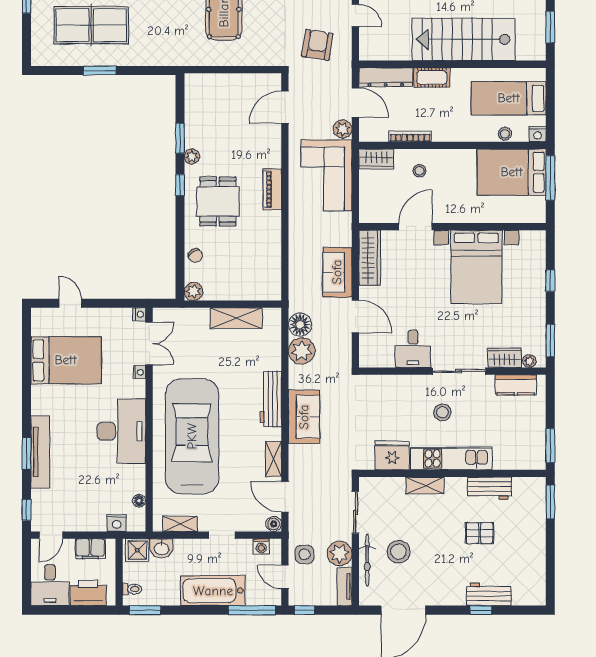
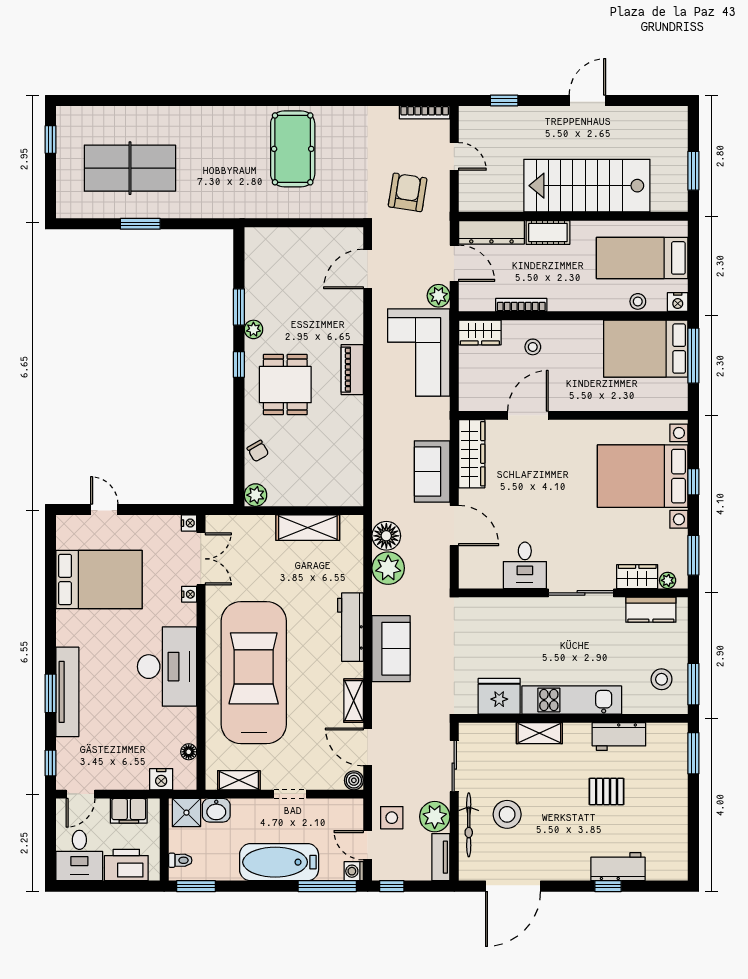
bed with nightstands: (476, 267) -> (643, 476), moved, turned 90
stool: (442, 412) -> (662, 679), moved
washing machine: (261, 547) -> (354, 871), moved, turned 90

